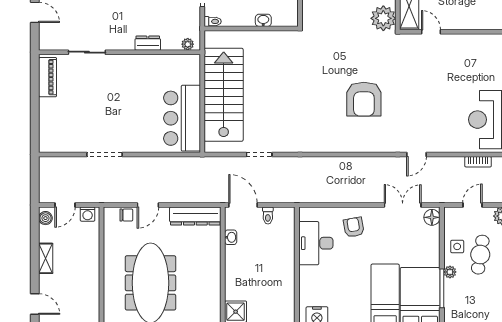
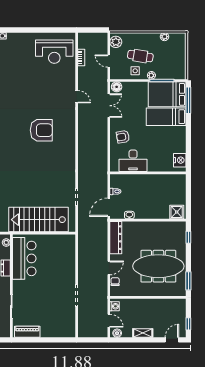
bar counter: (182, 118) -> (24, 258), moved, turned -90
door: (148, 205) -> (109, 268), hinge flipped
double door: (403, 205) -> (109, 106), swing flipped

